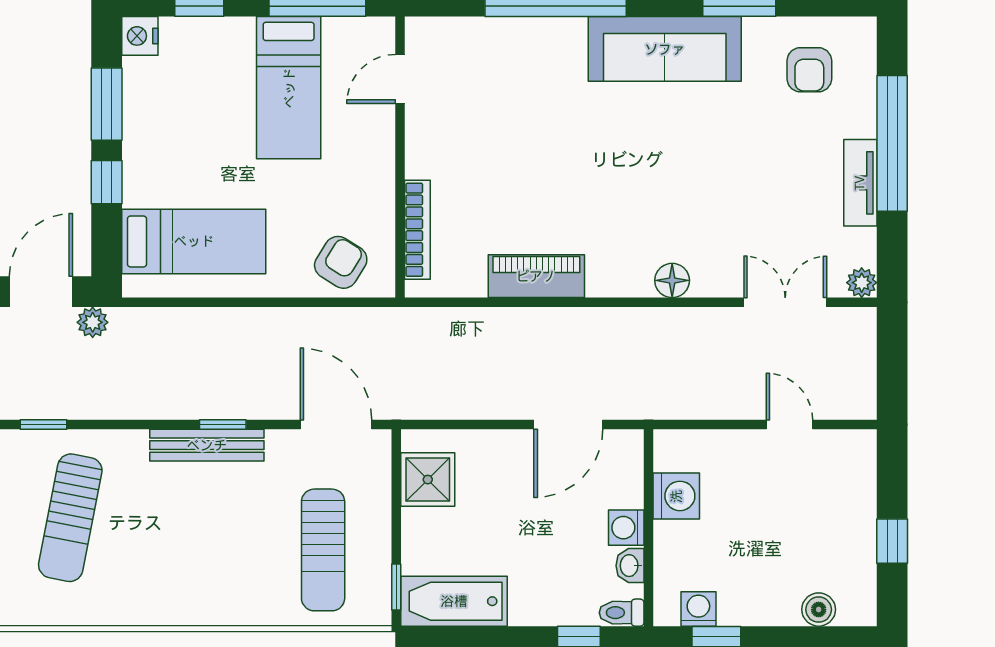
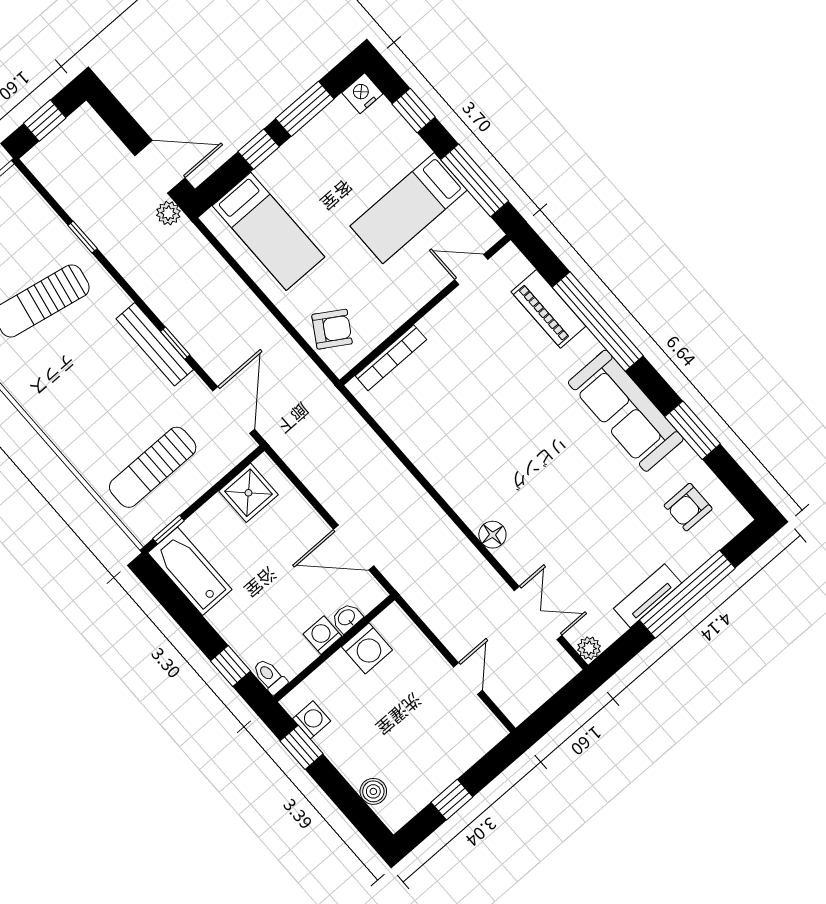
piano: (536, 276) -> (548, 309), moved, turned 180
washbasin: (630, 566) -> (347, 618), moved

